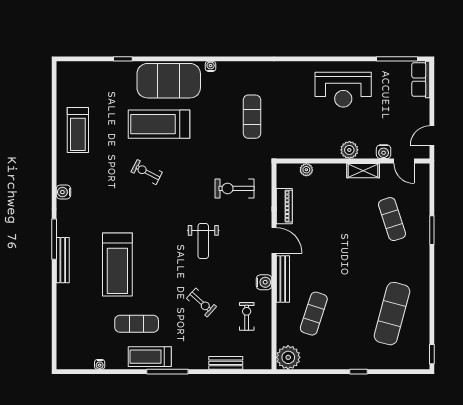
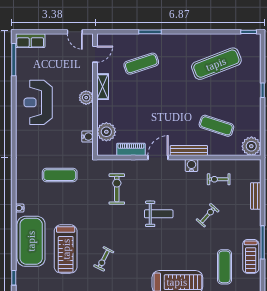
reception desk: (343, 90) -> (38, 102), turned 180
water cooler: (384, 152) -> (88, 137), moved
plant: (306, 170) -> (106, 132), width x1.88, depth x1.88
exercise bike: (234, 188) -> (117, 189), turned 180
exercise mat: (392, 314) -> (216, 64), turned -36

